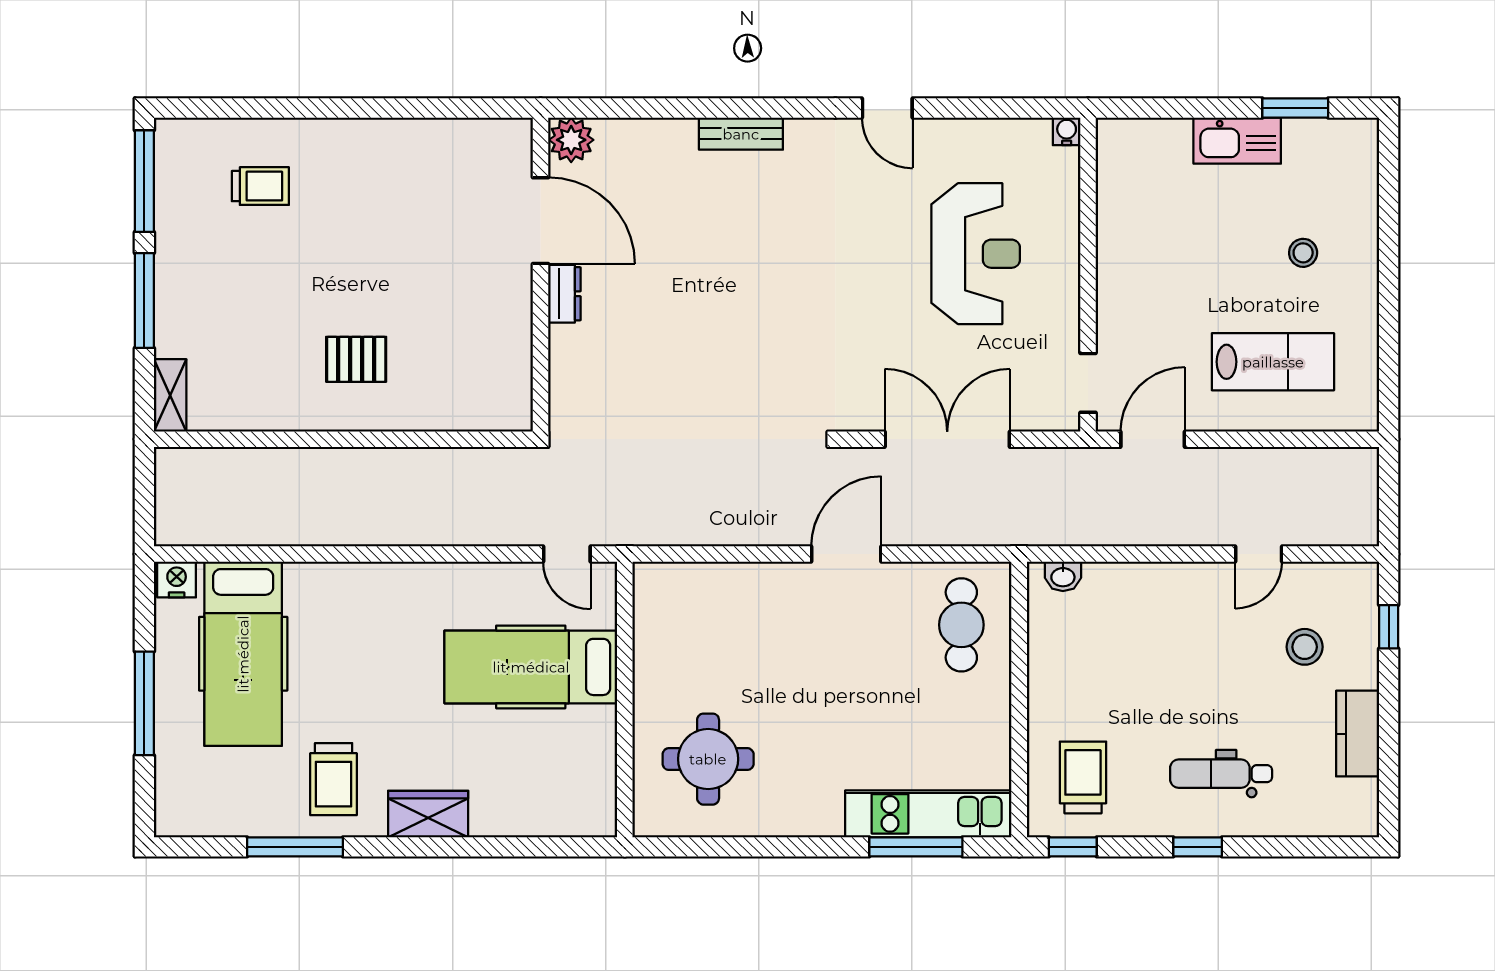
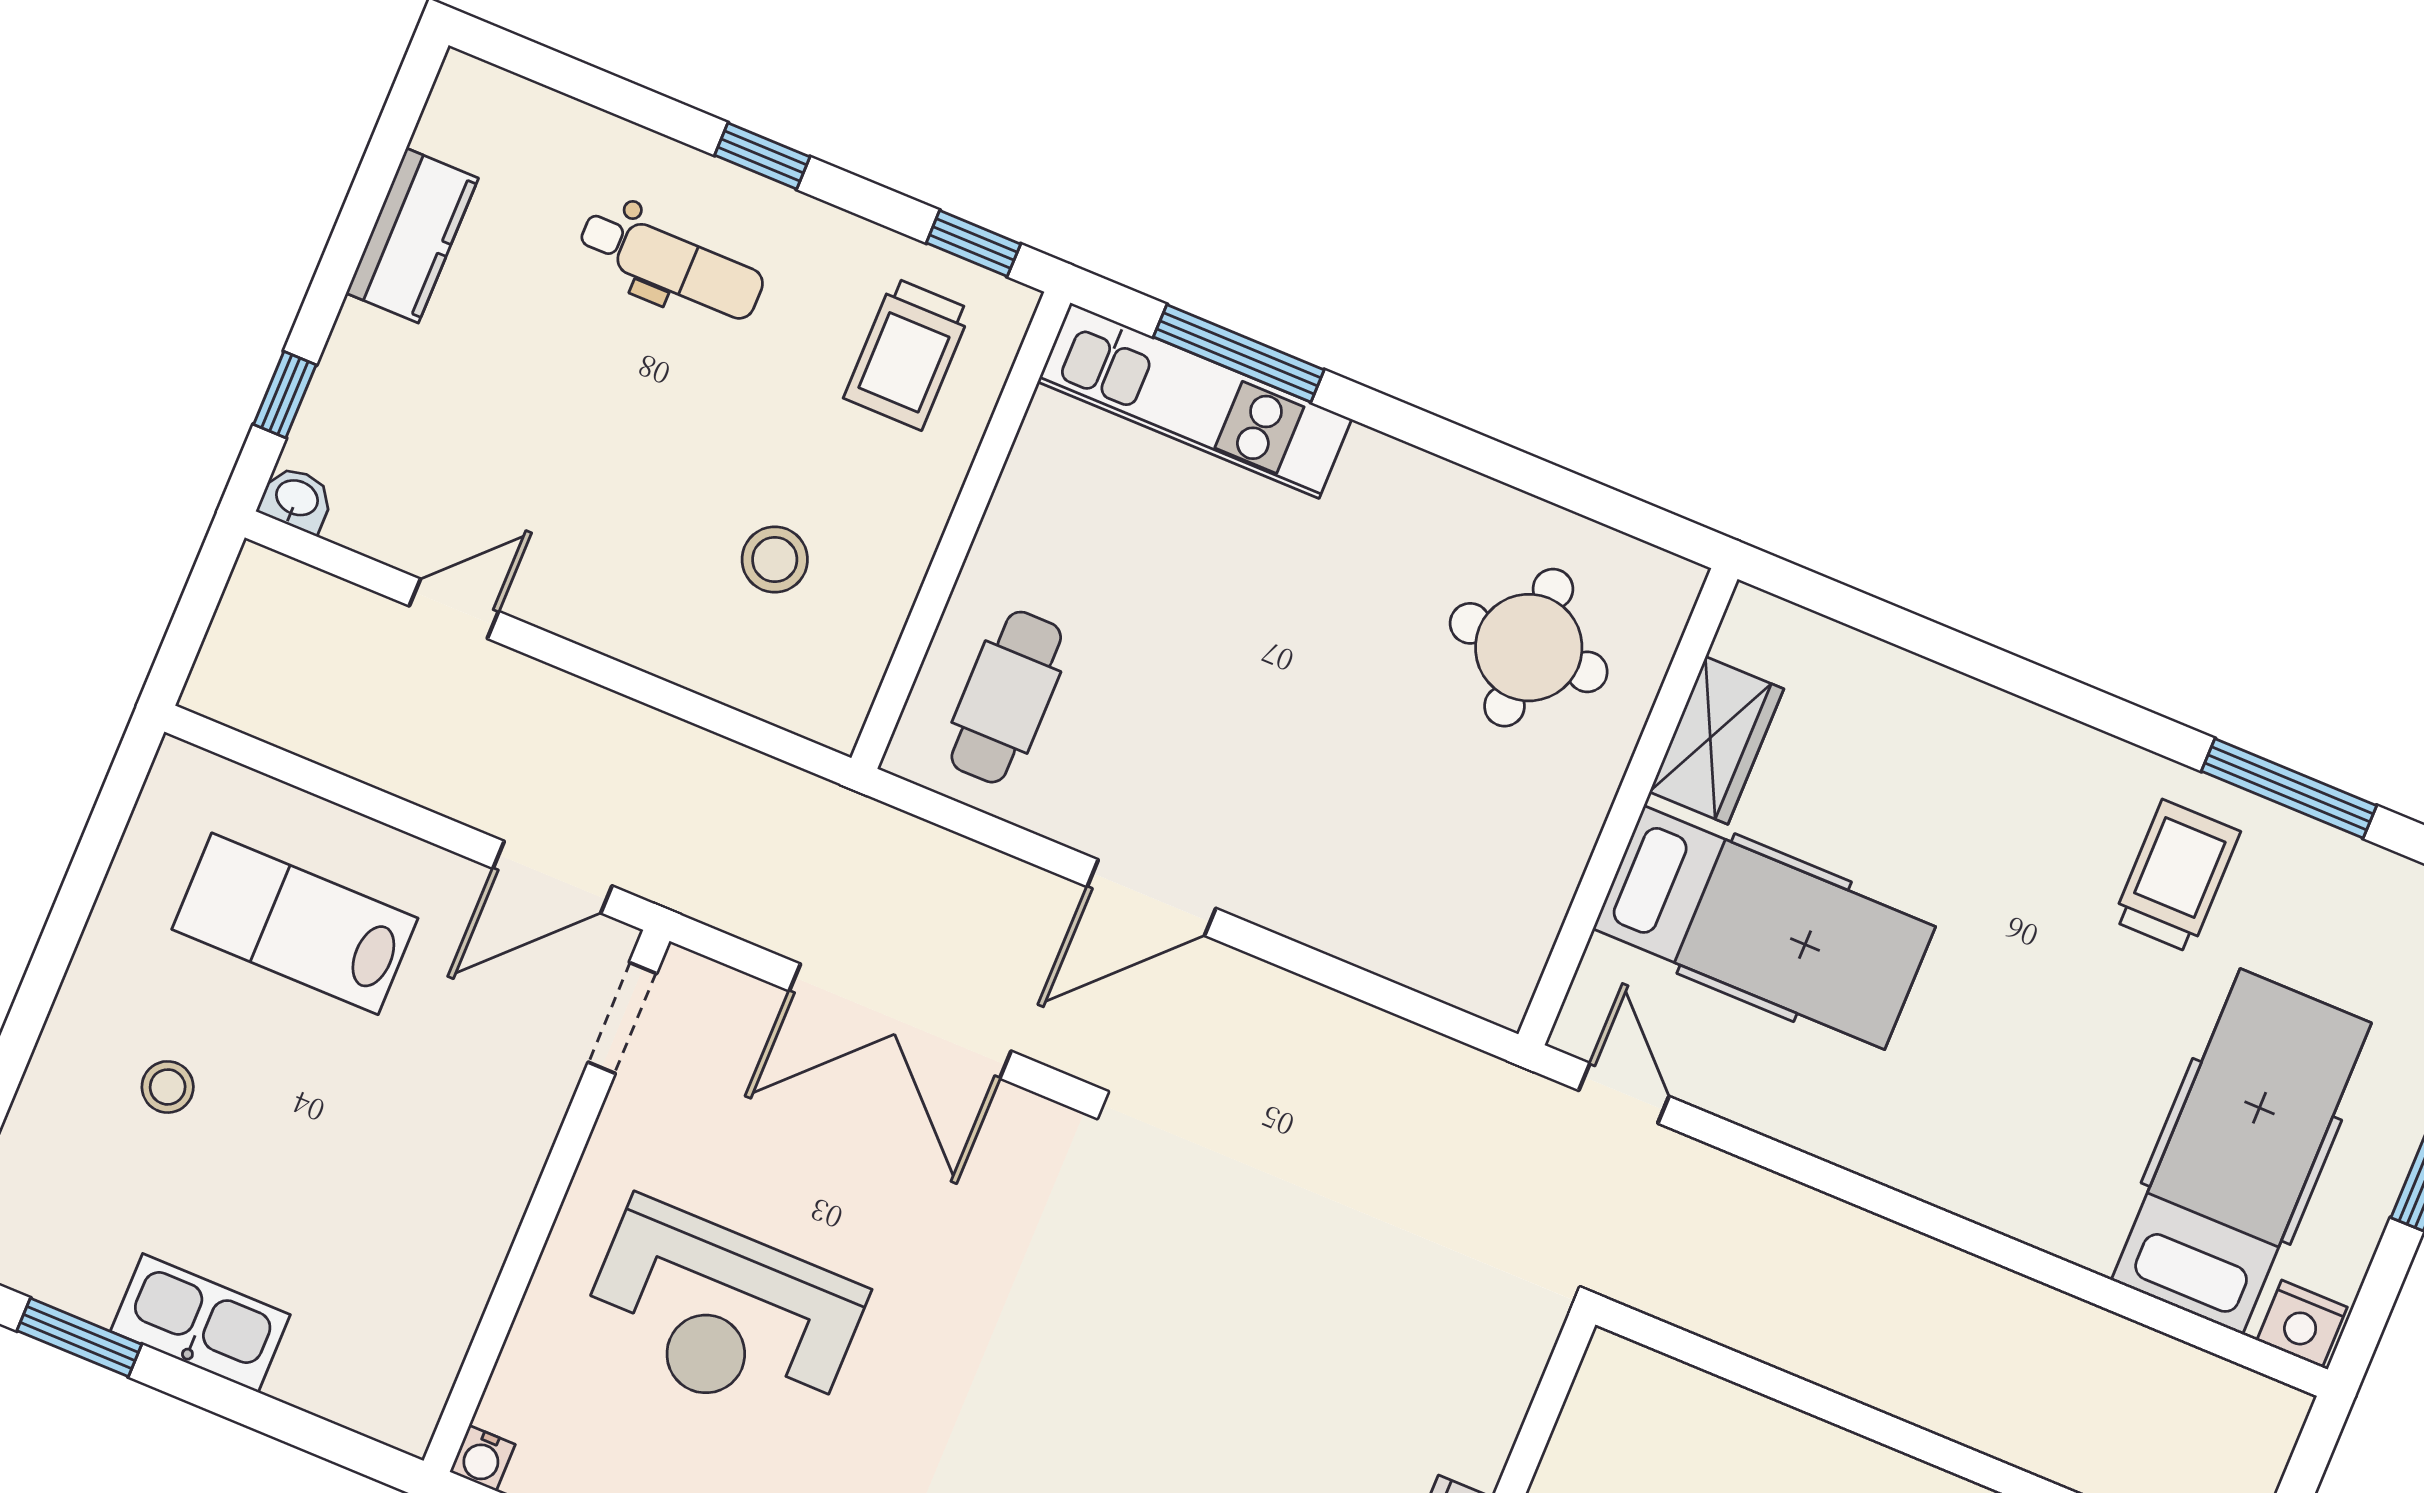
reception desk: (976, 254) -> (722, 1315), turned -90
washbasin: (1063, 576) -> (296, 499), moved
stool: (1305, 647) -> (775, 559), moved
wardrobe: (428, 814) -> (1717, 740), moved, turned -90

